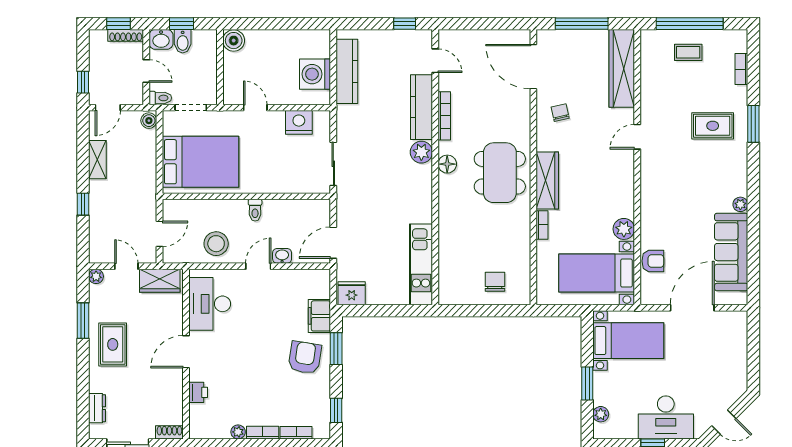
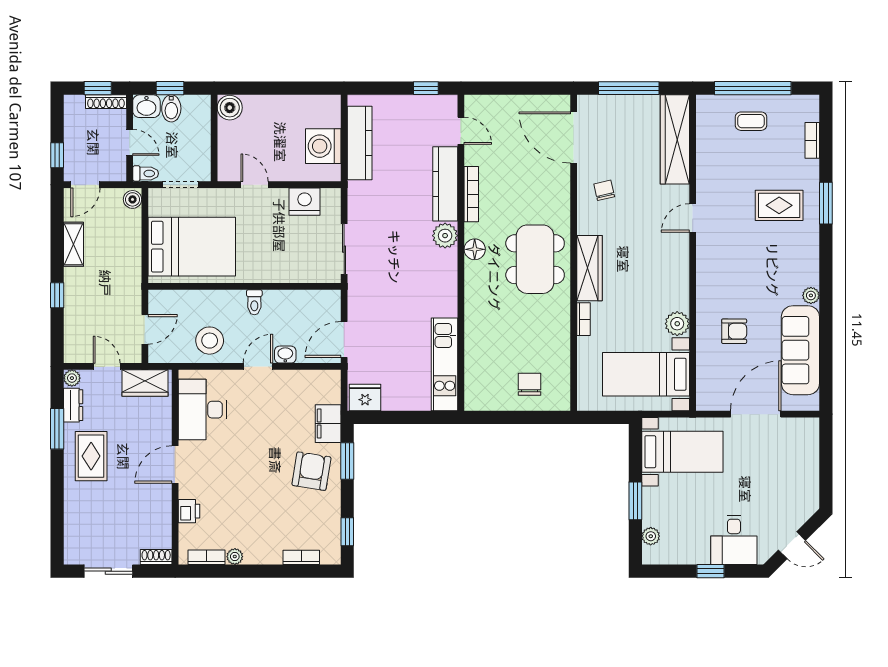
armchair: (653, 261) -> (734, 331), moved
dresser: (97, 408) -> (73, 405), moved
desk: (666, 417) -> (734, 540), width x0.73
bookcase: (263, 433) -> (207, 557), moved

